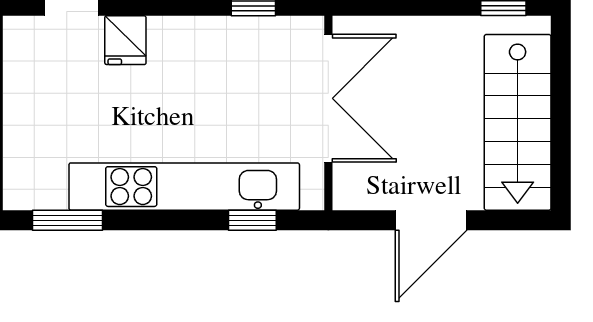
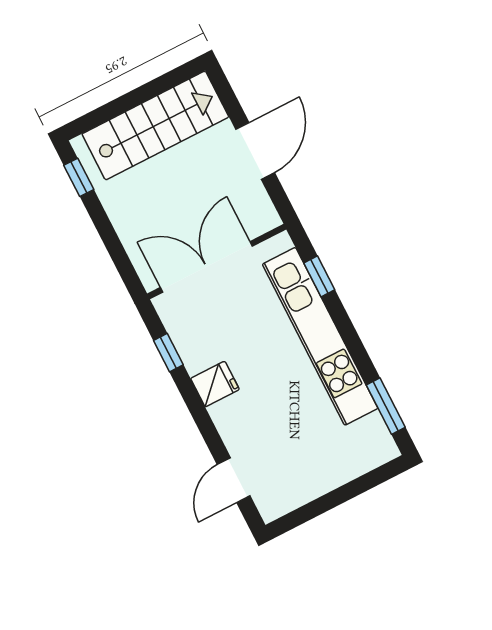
fridge: (125, 40) -> (215, 384), moved
door: (431, 220) -> (255, 151), hinge flipped

